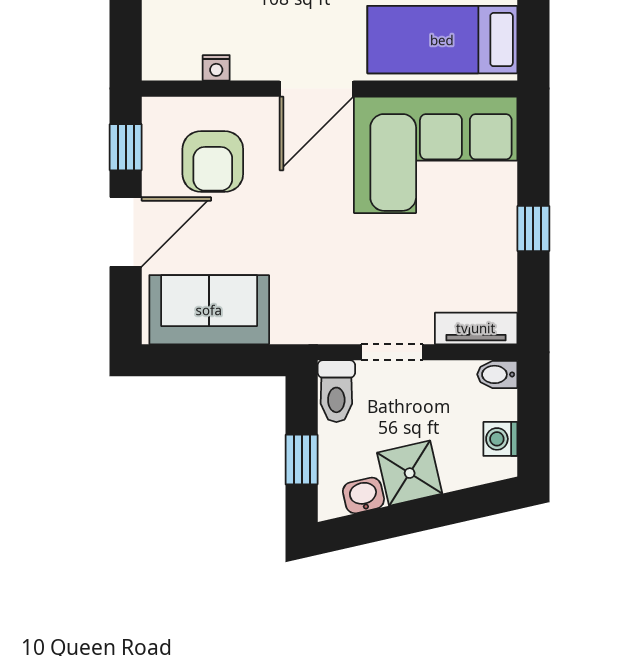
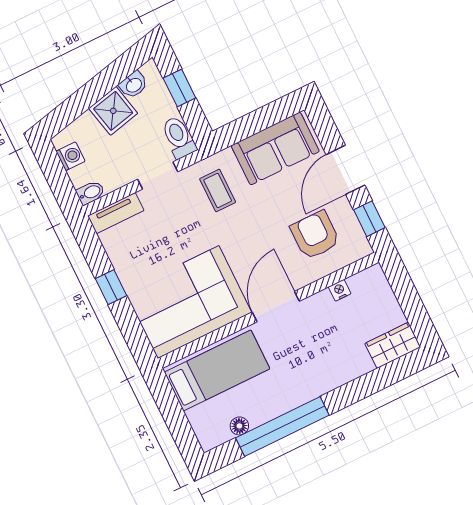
coffee table: (318, 290) -> (218, 190), added

